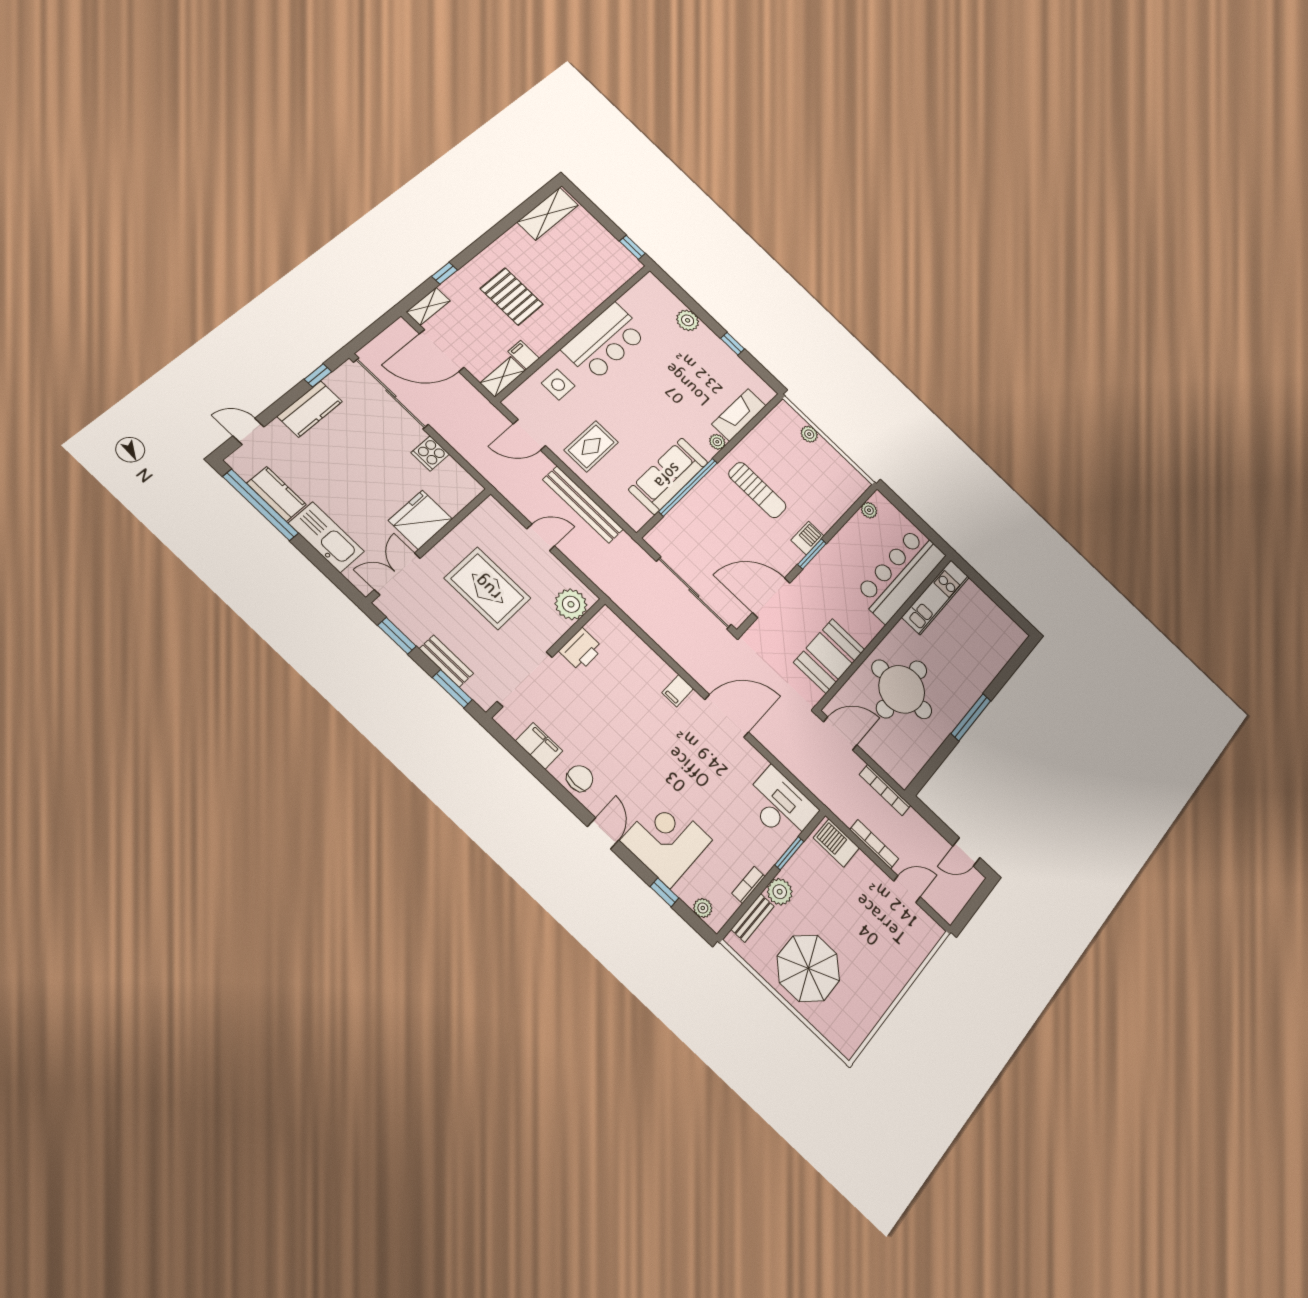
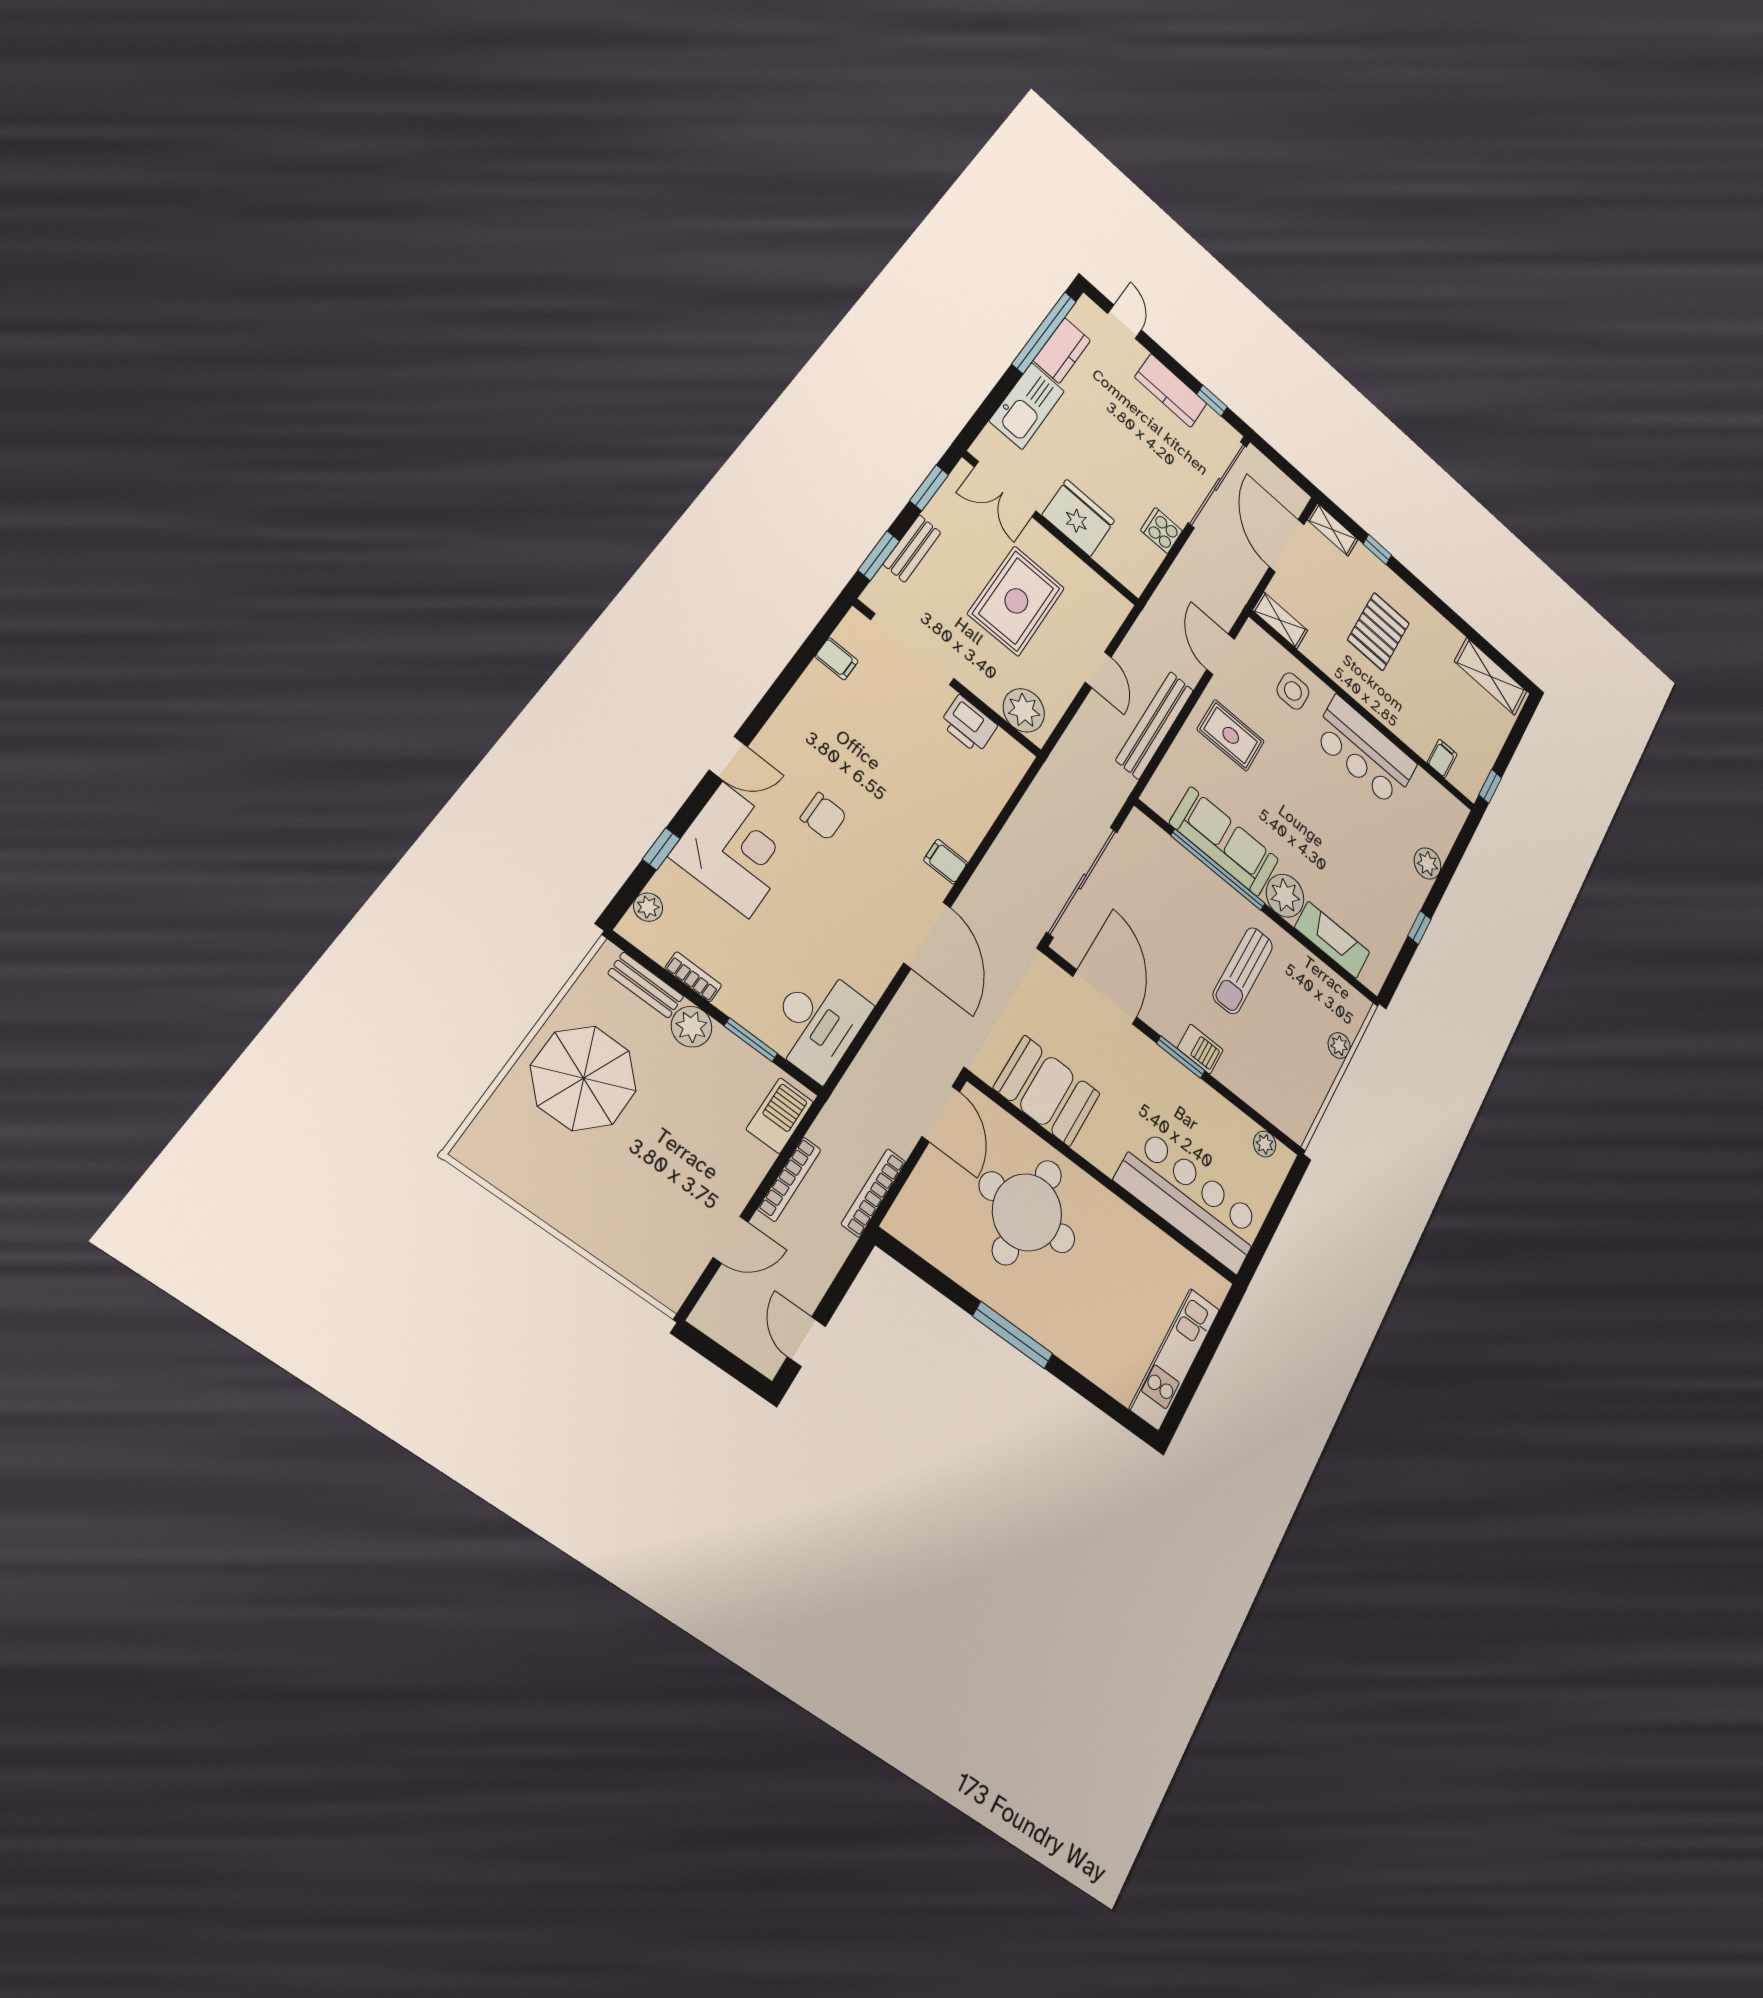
filing cabinet: (524, 355) -> (1442, 758), moved
plant: (717, 442) -> (1285, 896), width x1.87, depth x1.87
double door: (397, 574) -> (1005, 489), swing flipped
kitchen unit: (936, 597) -> (1175, 1359), moved, turned 90
filing cabinet: (539, 746) -> (837, 659), width x0.50
chair: (580, 778) -> (823, 816), moved
door: (907, 889) -> (731, 1240), hinge flipped

